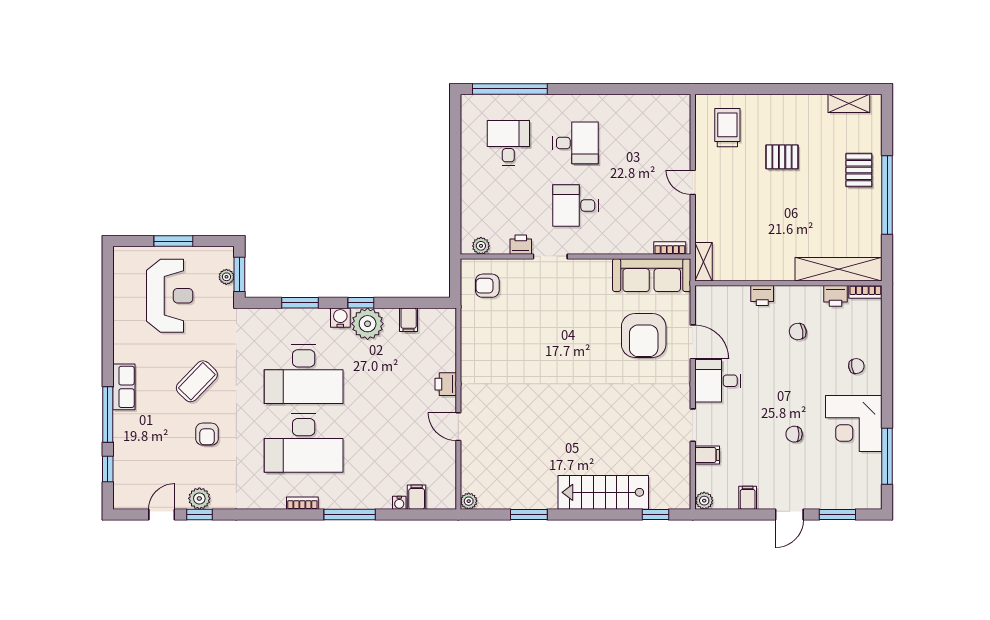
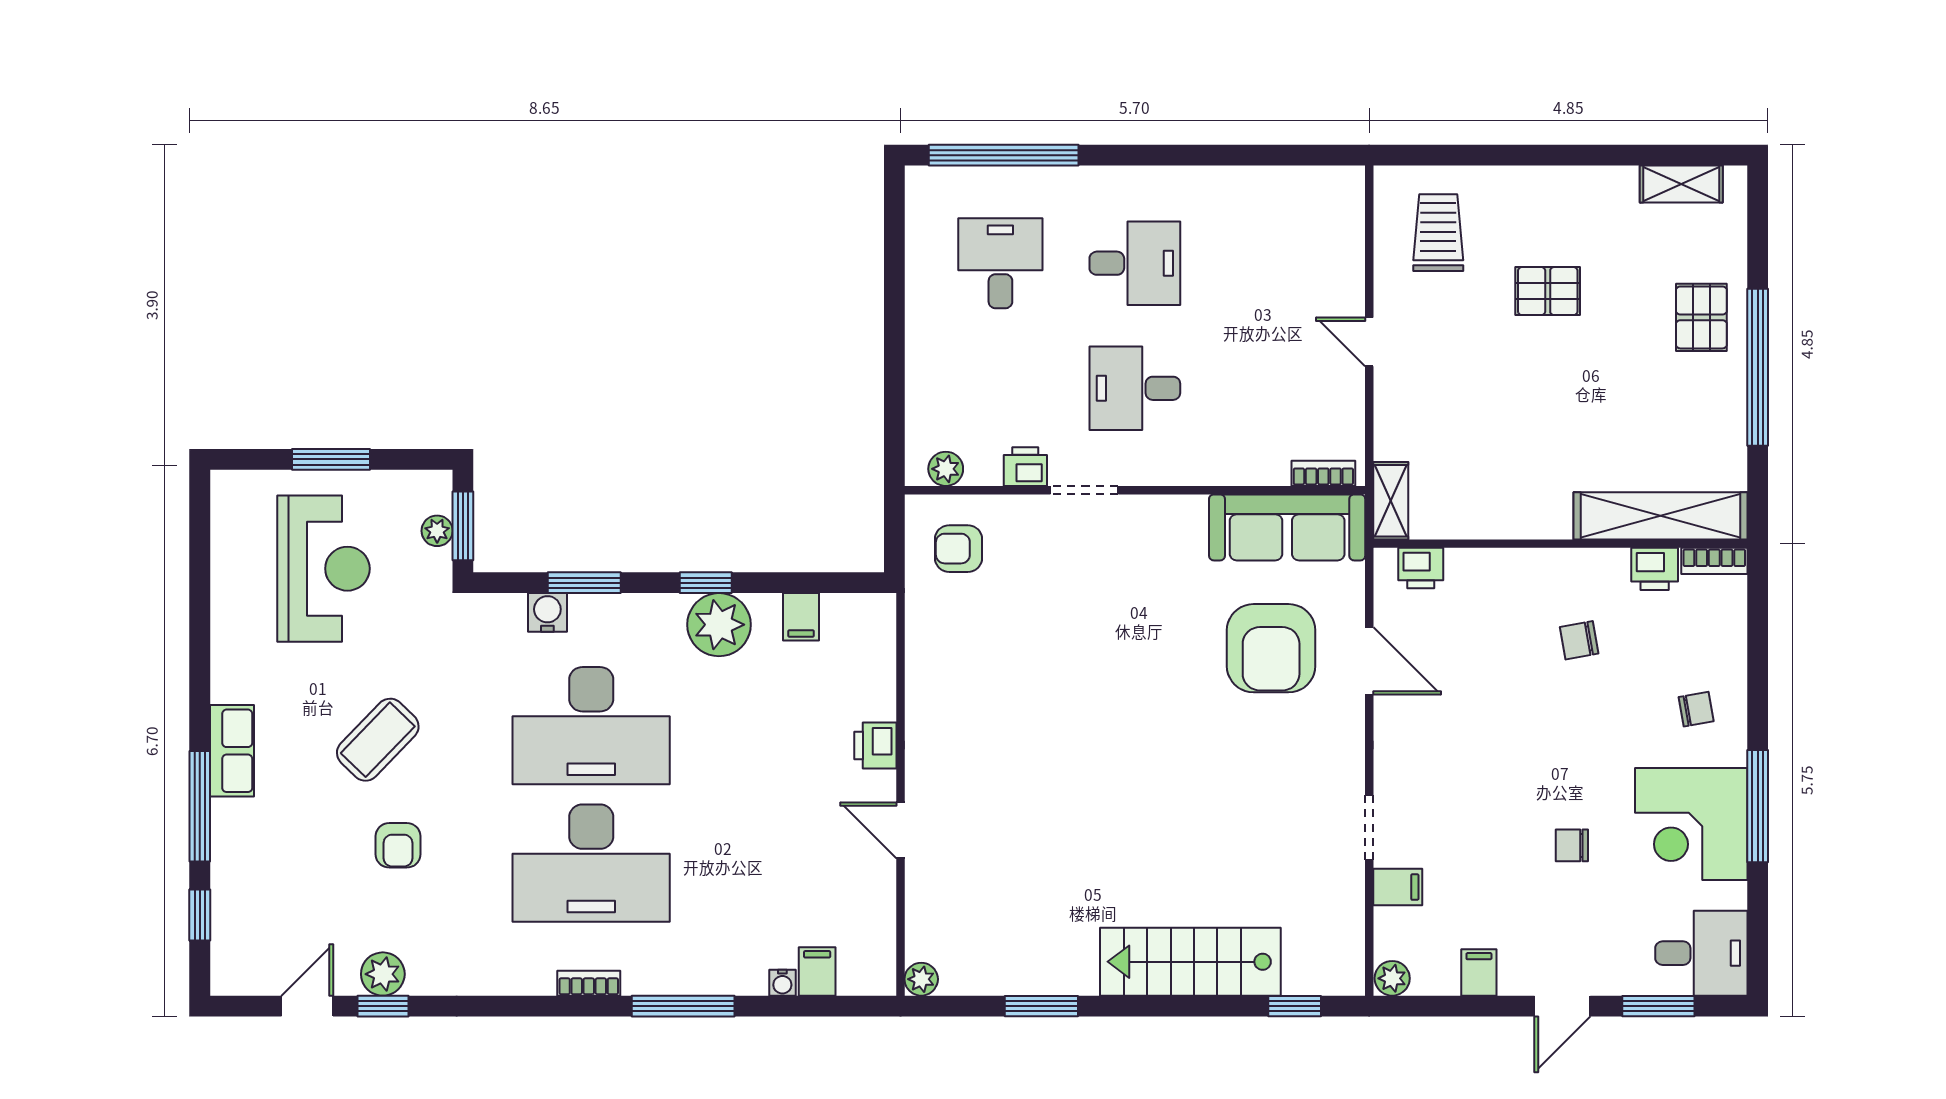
printer: (762, 295) -> (1421, 568), moved
water cooler: (340, 318) -> (547, 612), moved
desk: (718, 381) -> (1701, 953), moved, turned 180
window: (887, 456) -> (1758, 806), moved

